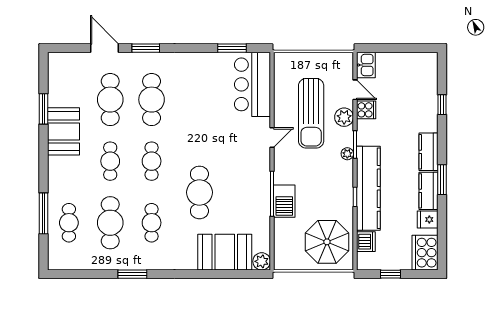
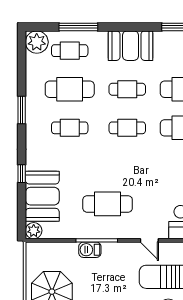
booth: (64, 131) -> (131, 46), moved
cafe table: (199, 192) -> (108, 204), moved
barbecue: (284, 201) -> (90, 250), width x0.73, depth x0.79
plant: (60, 258) -> (37, 42), added
window: (201, 274) -> (22, 174), added

